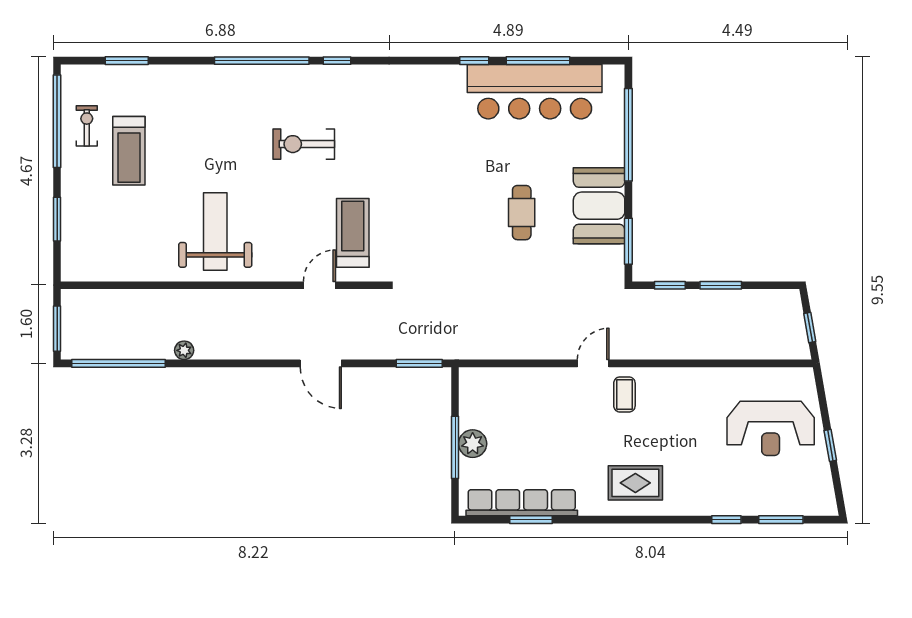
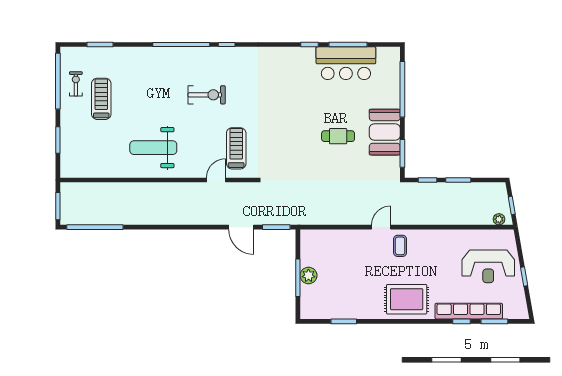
bar counter: (535, 92) -> (346, 63), width x0.73
exercise bike: (304, 144) -> (207, 95), turned 180
treadmill: (129, 151) -> (101, 99), turned 180
cafe table: (522, 213) -> (338, 136), turned 90
weight bench: (215, 232) -> (153, 148), turned -90
plant: (184, 350) -> (499, 219), moved
door: (321, 363) -> (241, 227), moved
rug: (635, 483) -> (407, 299), width x1.36, depth x1.43
row of seats: (522, 503) -> (469, 311), moved

